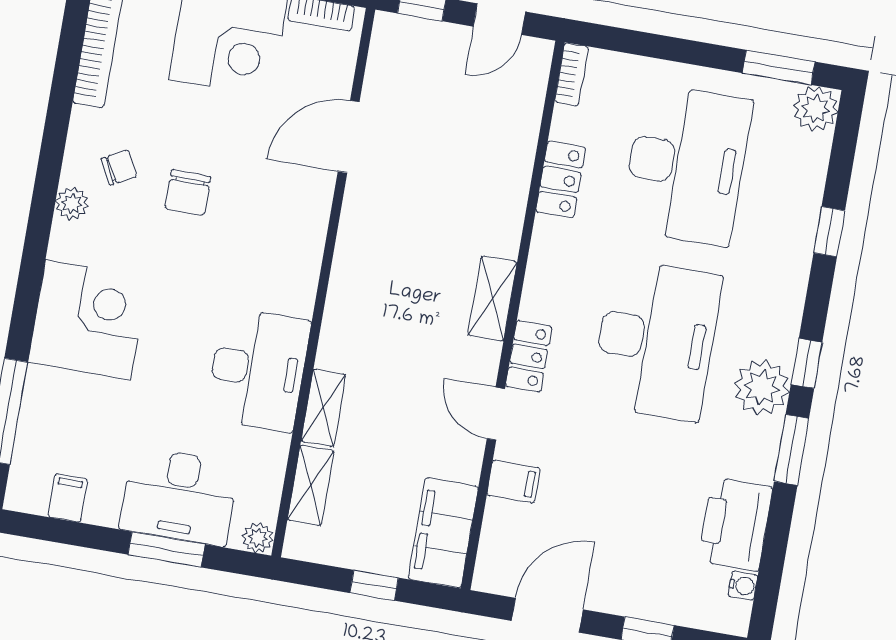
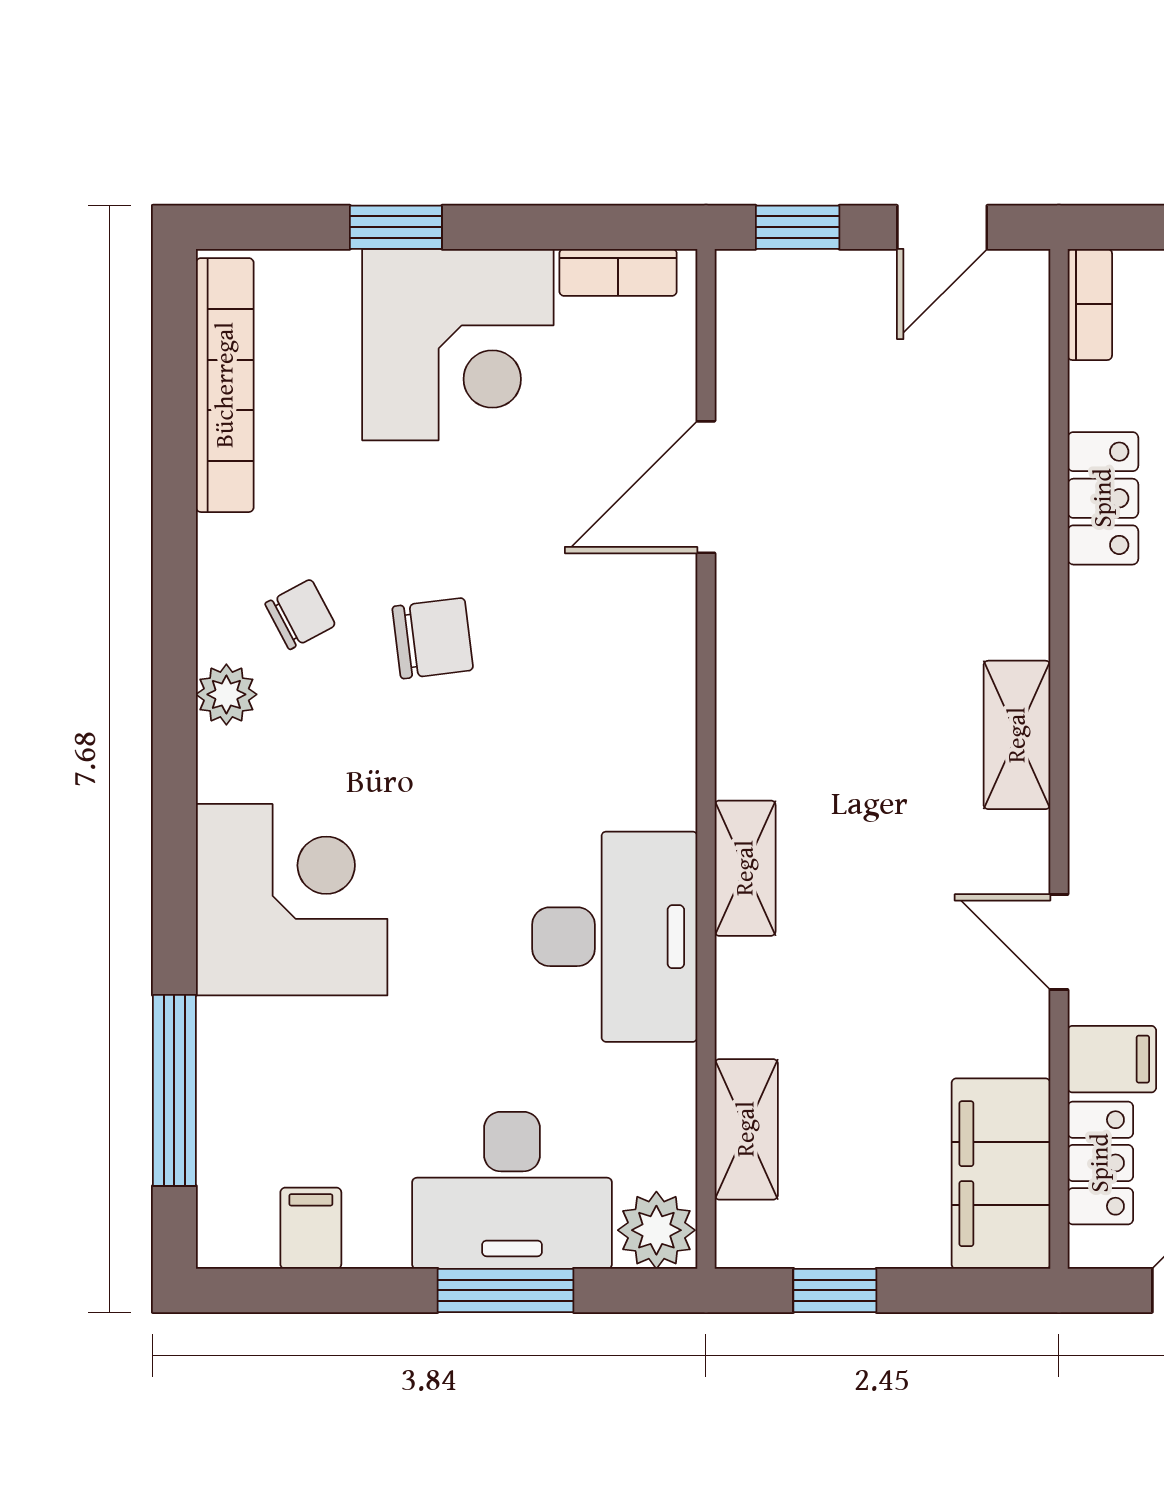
chair: (188, 193) -> (433, 638), turned -97
locker: (529, 356) -> (1100, 1163), moved
shelving: (323, 408) -> (745, 868), moved
plant: (258, 538) -> (656, 1230), width x1.38, depth x1.38
window: (374, 585) -> (835, 1290), moved

